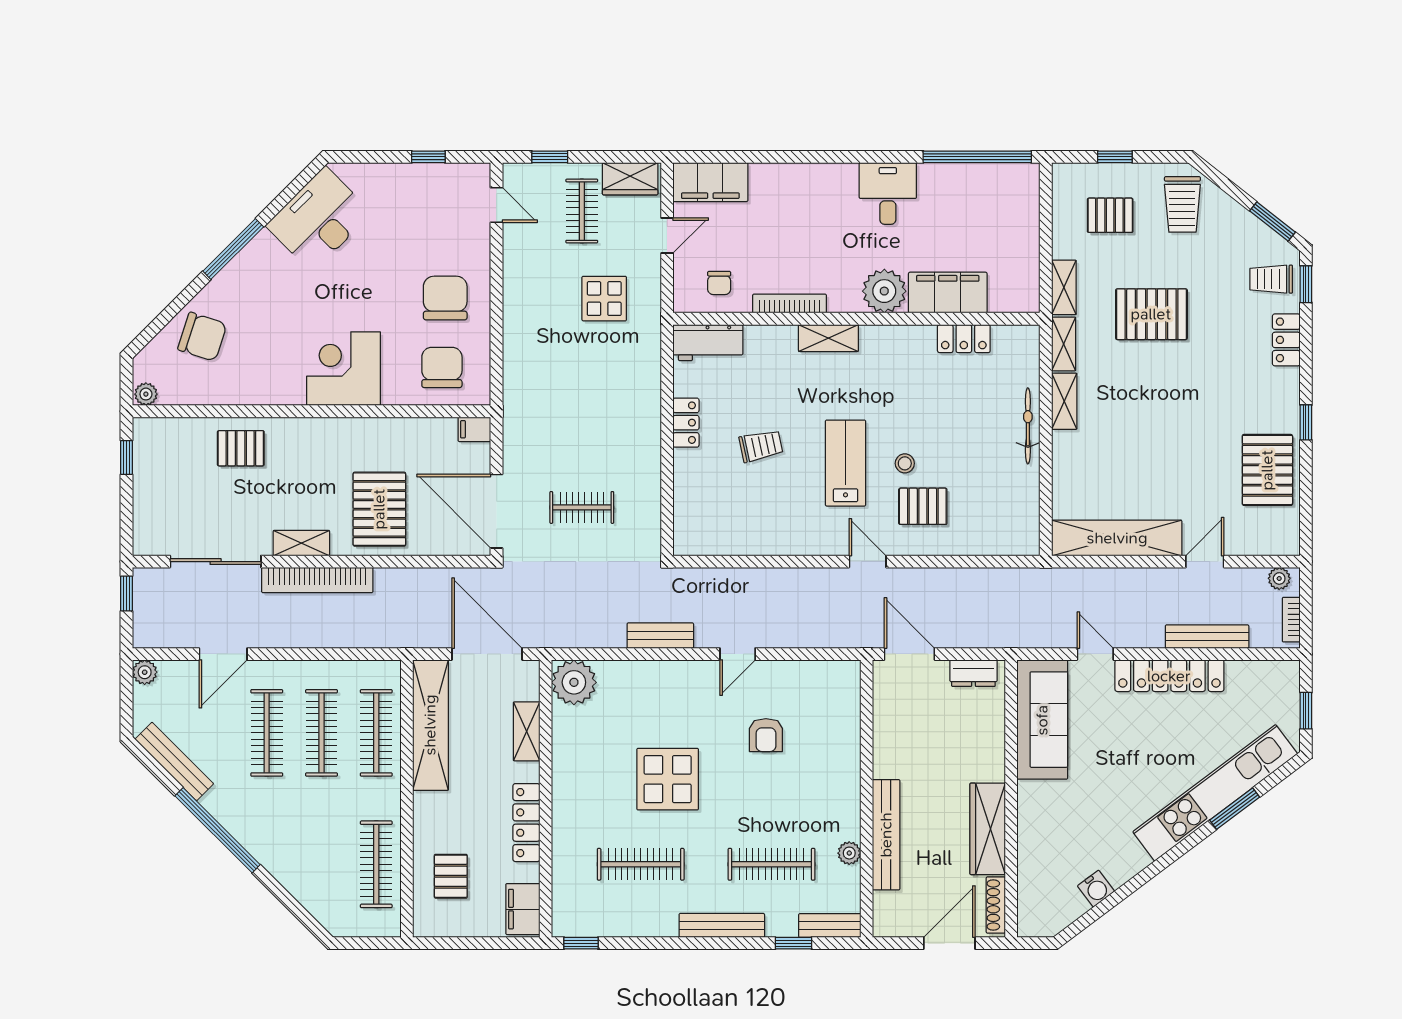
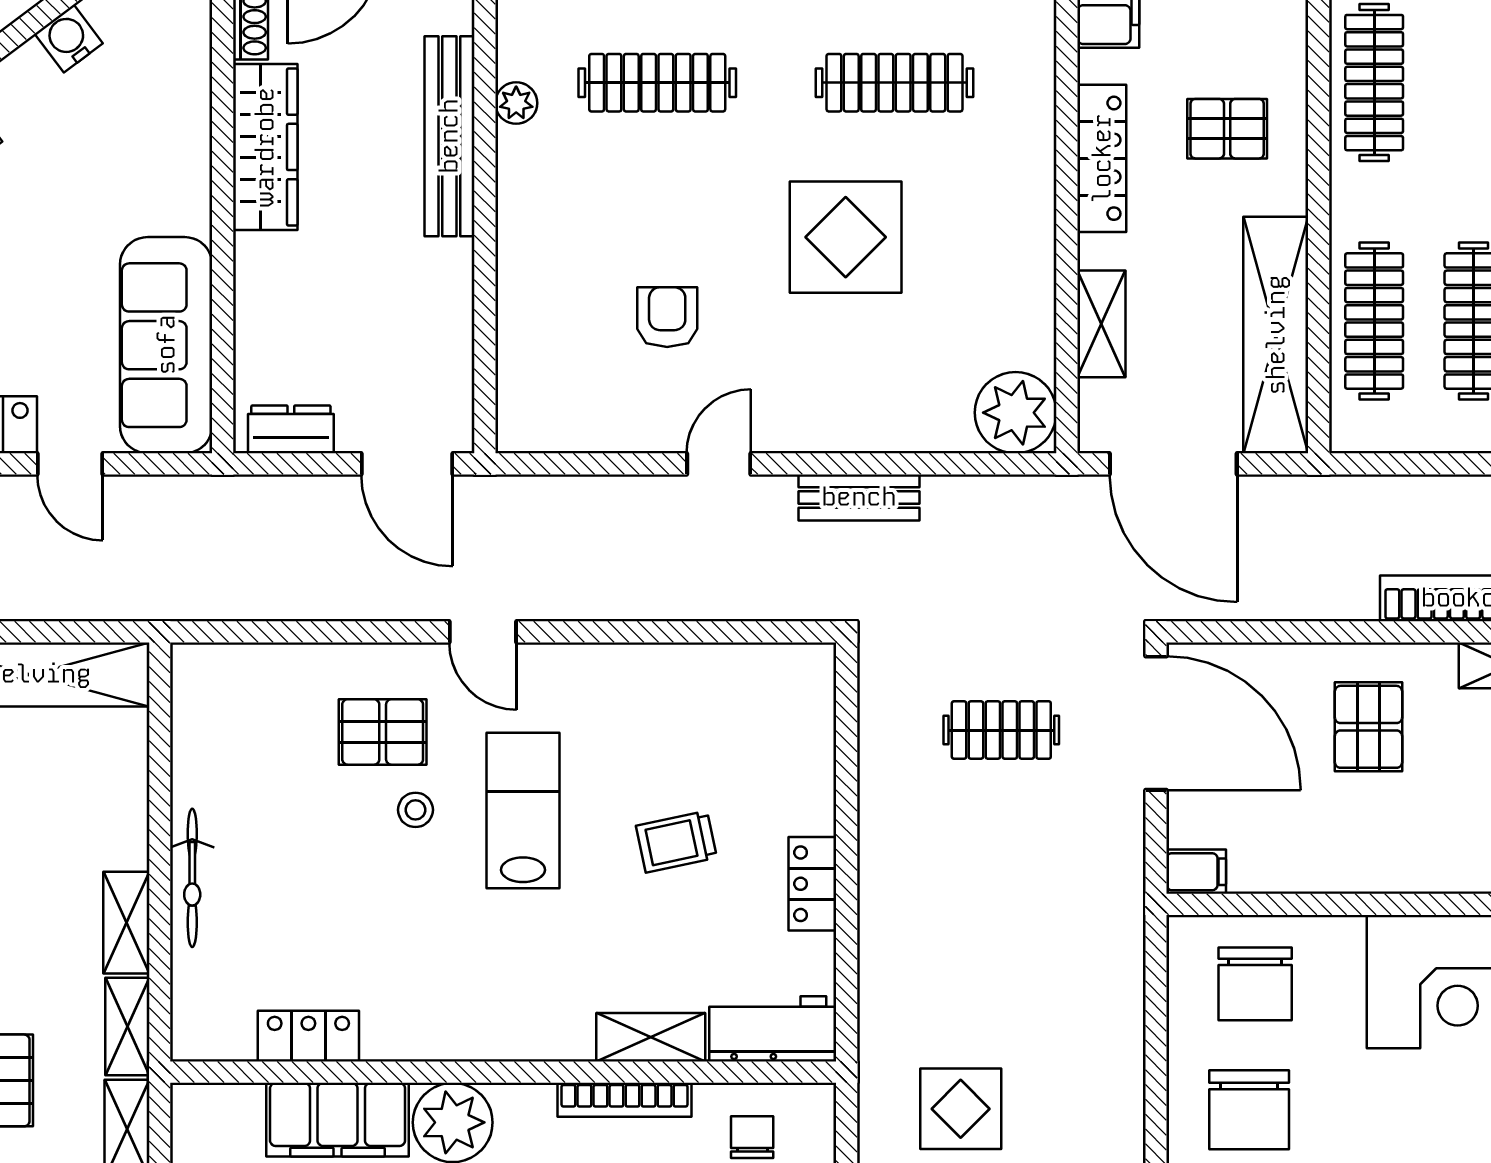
shelving: (828, 338) -> (651, 1037), moved
lab bench: (846, 463) -> (523, 811), turned 180
pallet: (379, 509) -> (1369, 727), width x0.67, depth x0.71
pallet: (451, 876) -> (1227, 129), moved, turned 90

